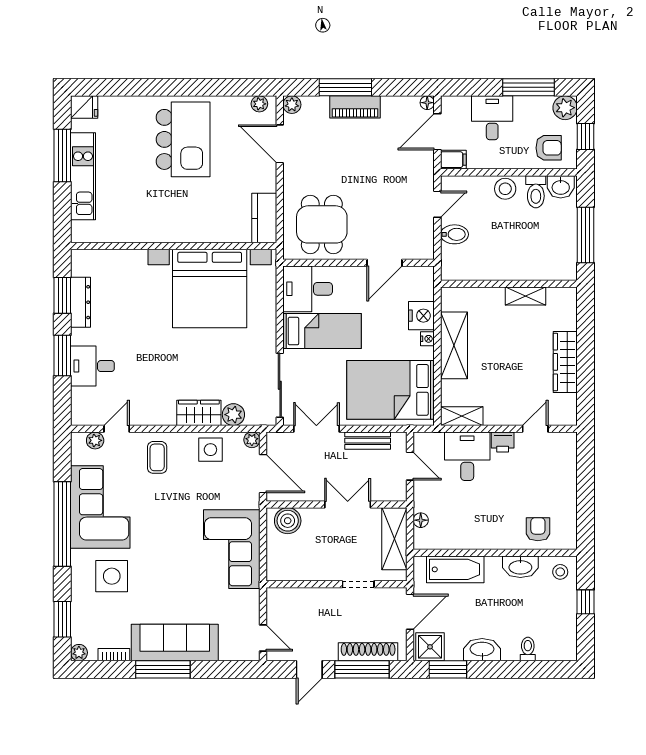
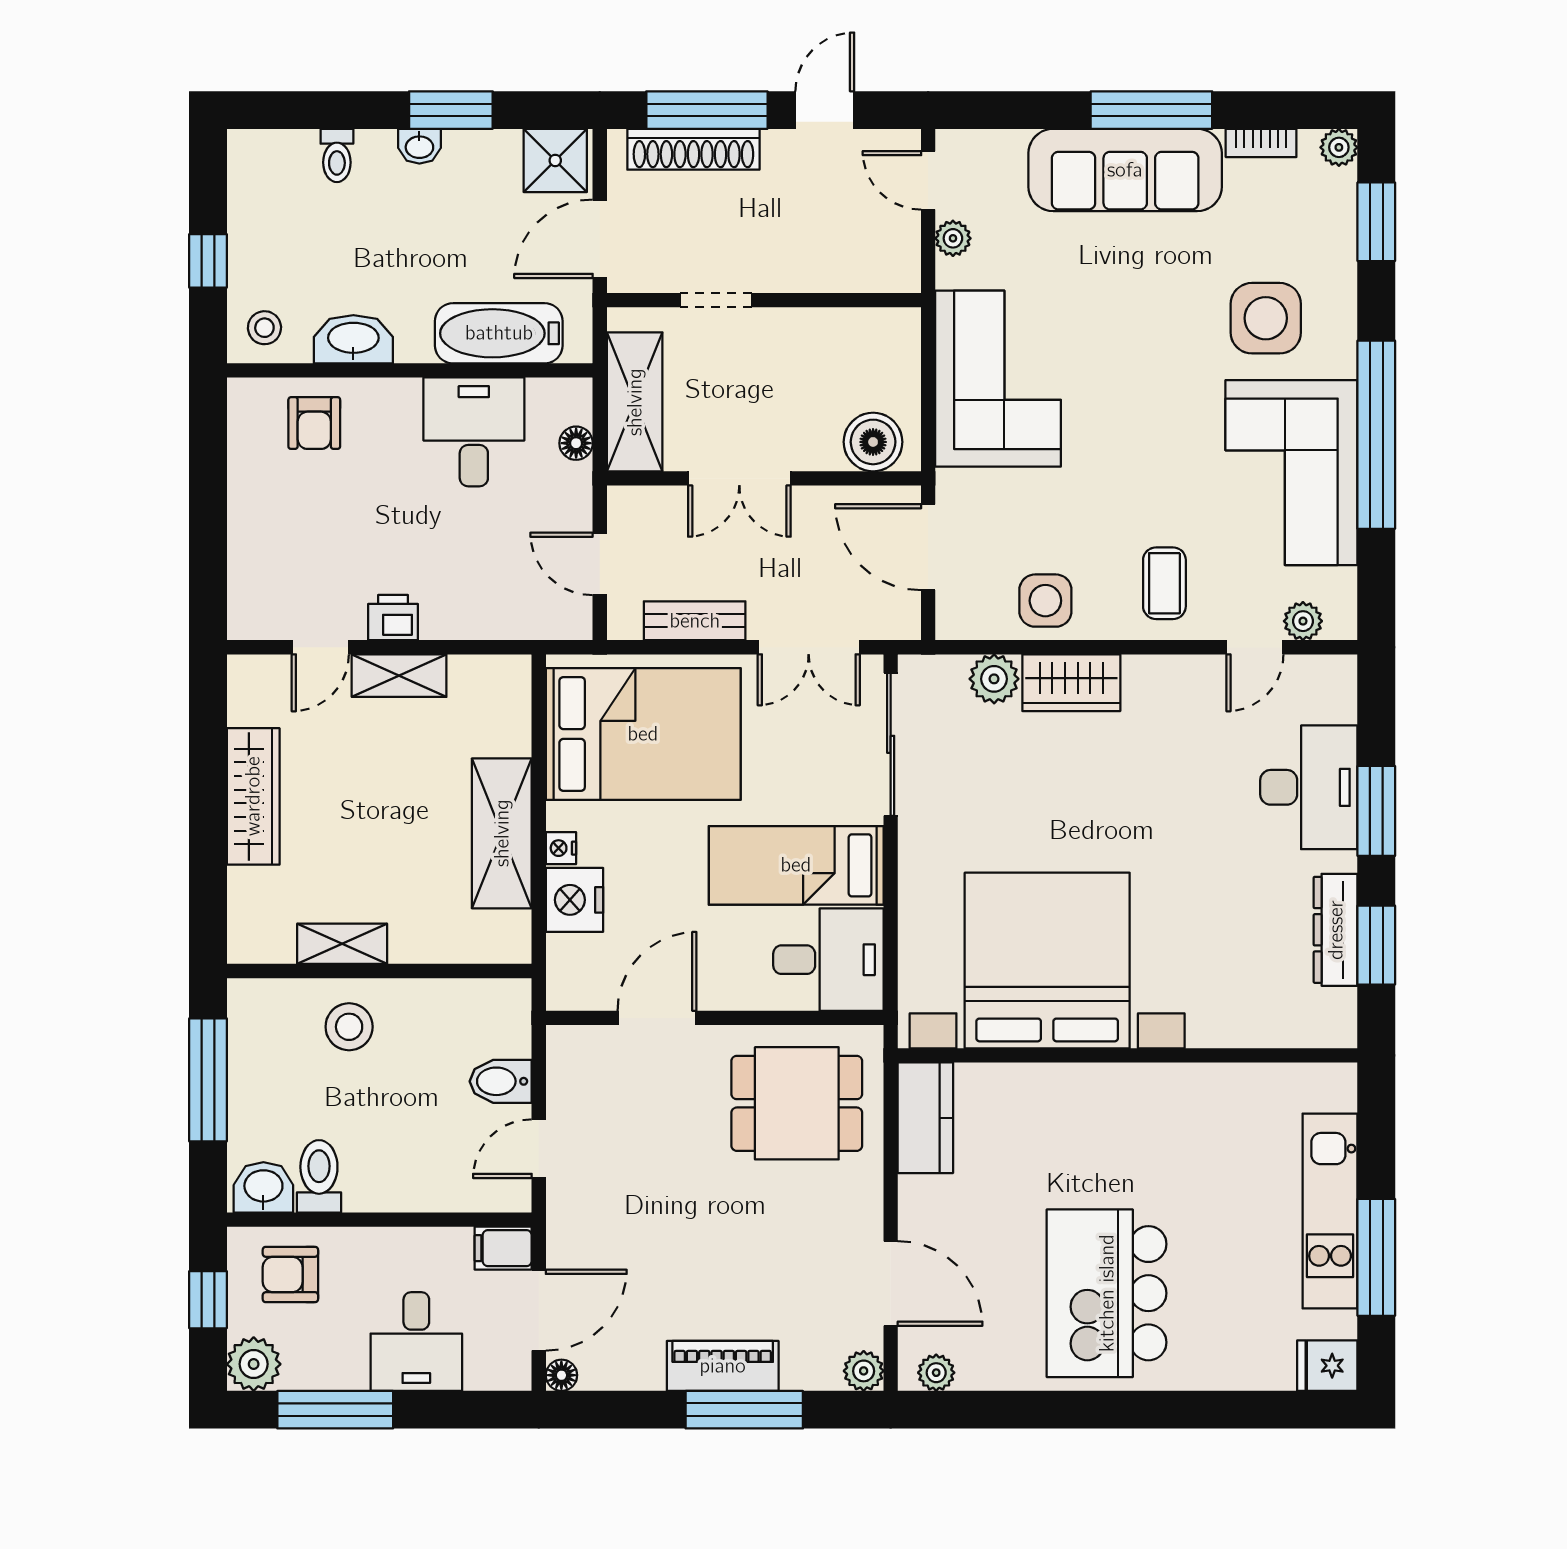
stool: (505, 189) -> (349, 1027), moved
dining table: (322, 224) -> (797, 1103), turned 90
desk: (92, 366) -> (1309, 787), width x1.37
shelving: (462, 416) -> (399, 676), moved
plant: (252, 440) -> (953, 238), moved
desk: (467, 456) -> (474, 432), moved, turned 180
washbasin: (482, 650) -> (419, 146), width x0.52, depth x0.69
window: (448, 669) -> (451, 110), moved

